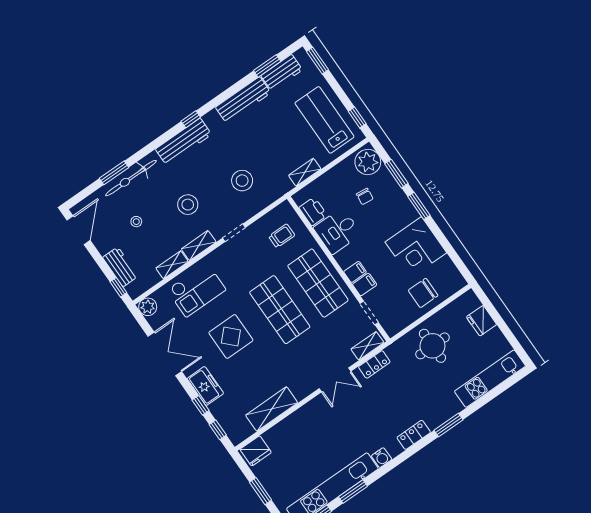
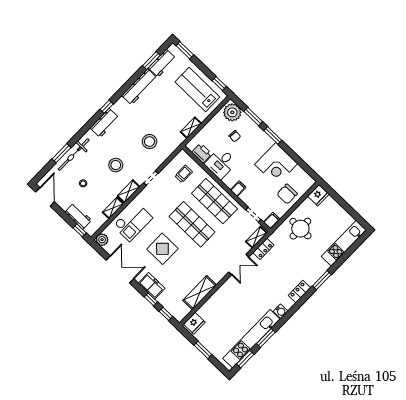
workbench: (183, 142) -> (105, 123), width x0.73
filing cabinet: (365, 285) -> (272, 221), moved
fridge: (482, 321) -> (318, 195), moved, turned -90

